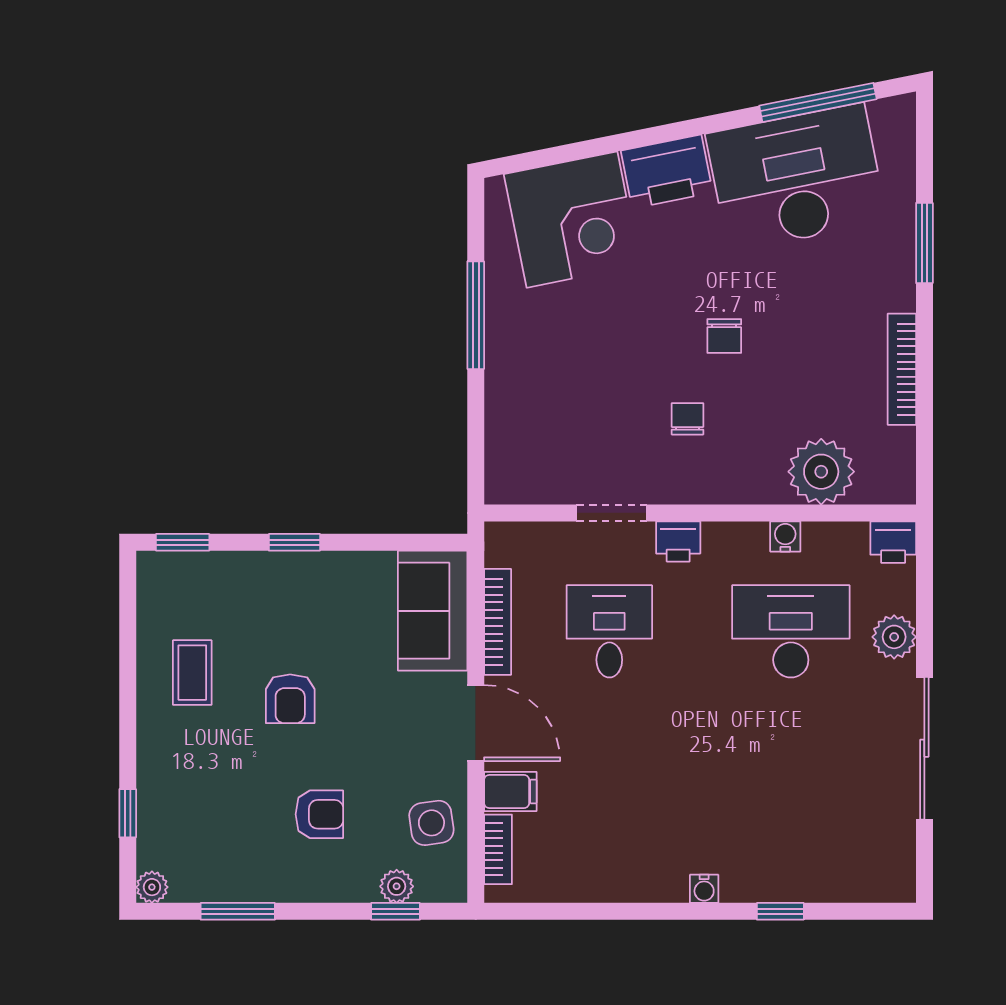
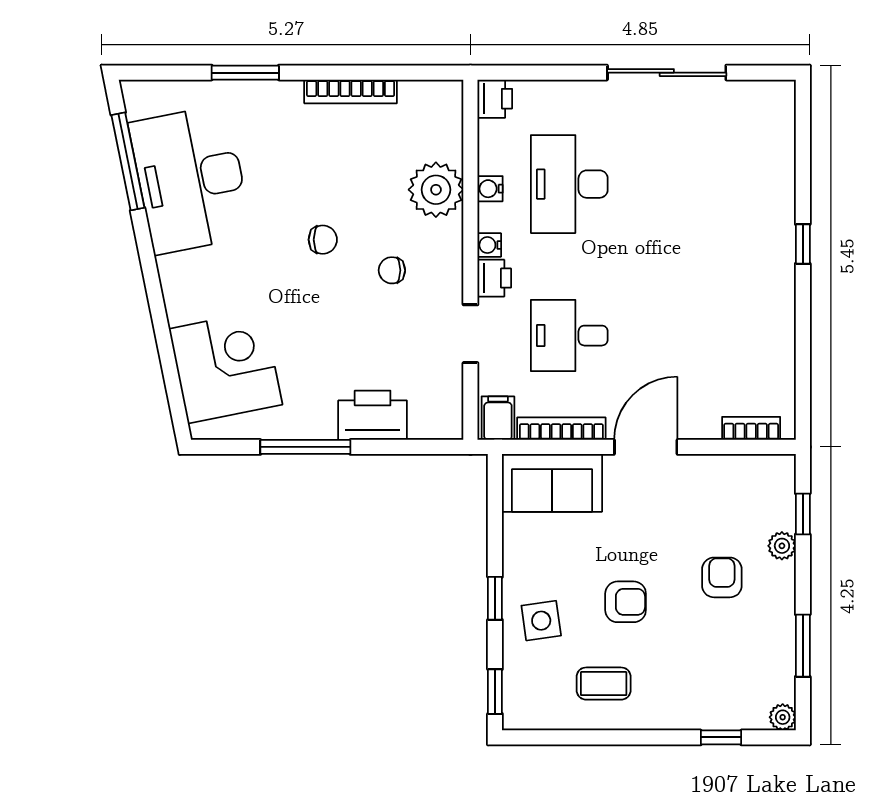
printer: (667, 172) -> (373, 415), moved, turned -79
plant: (821, 472) -> (436, 190), moved
plant: (894, 637) -> (574, 98), removed
filing cabinet: (510, 791) -> (498, 418), moved
side table: (431, 823) -> (541, 621), moved
plant: (397, 886) -> (782, 546), moved
water cooler: (704, 889) -> (489, 245), moved, turned 180
window: (780, 911) -> (803, 244), moved

